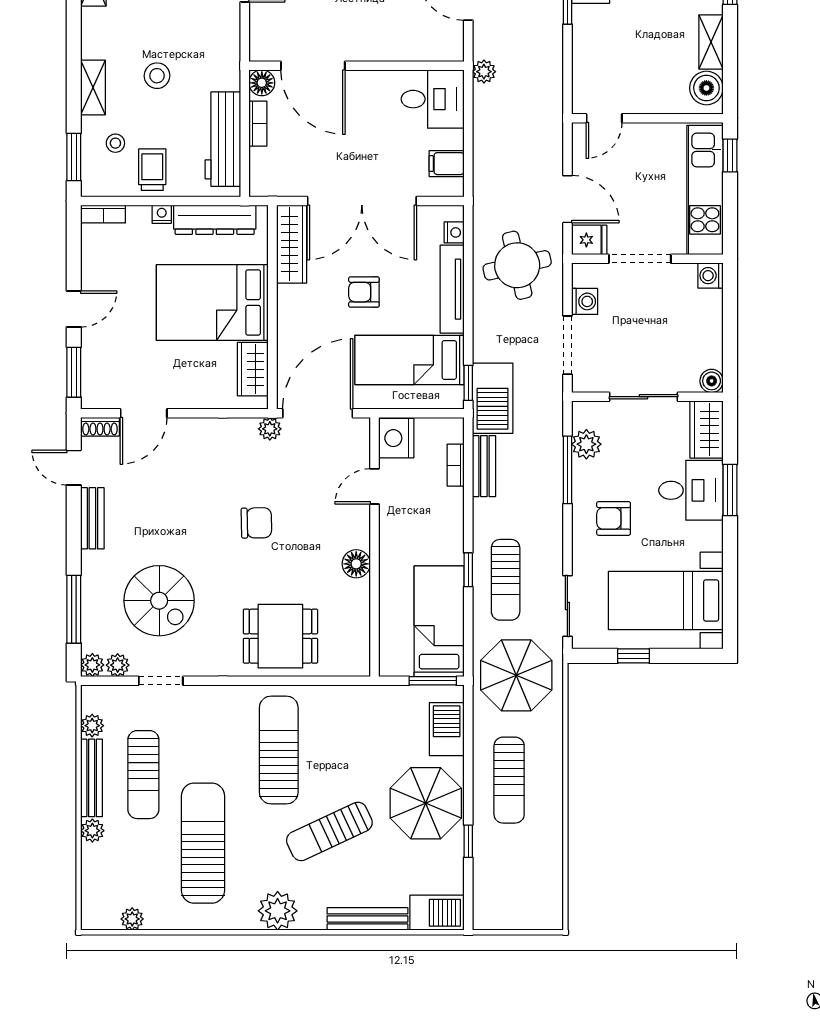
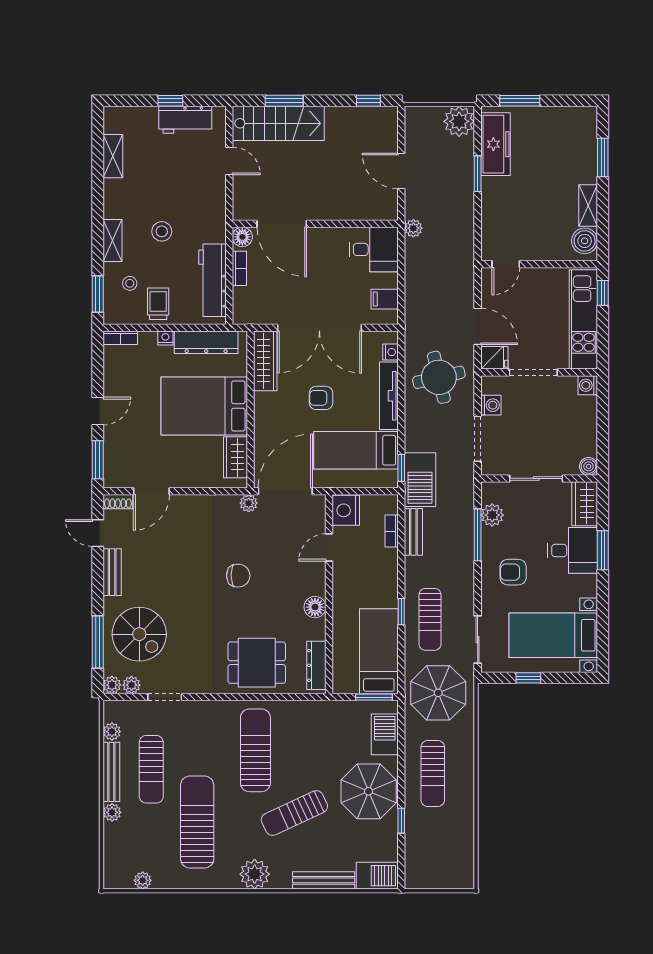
spiral stairs: (159, 601) -> (139, 634), moved
dresser: (358, 640) -> (316, 665), added

